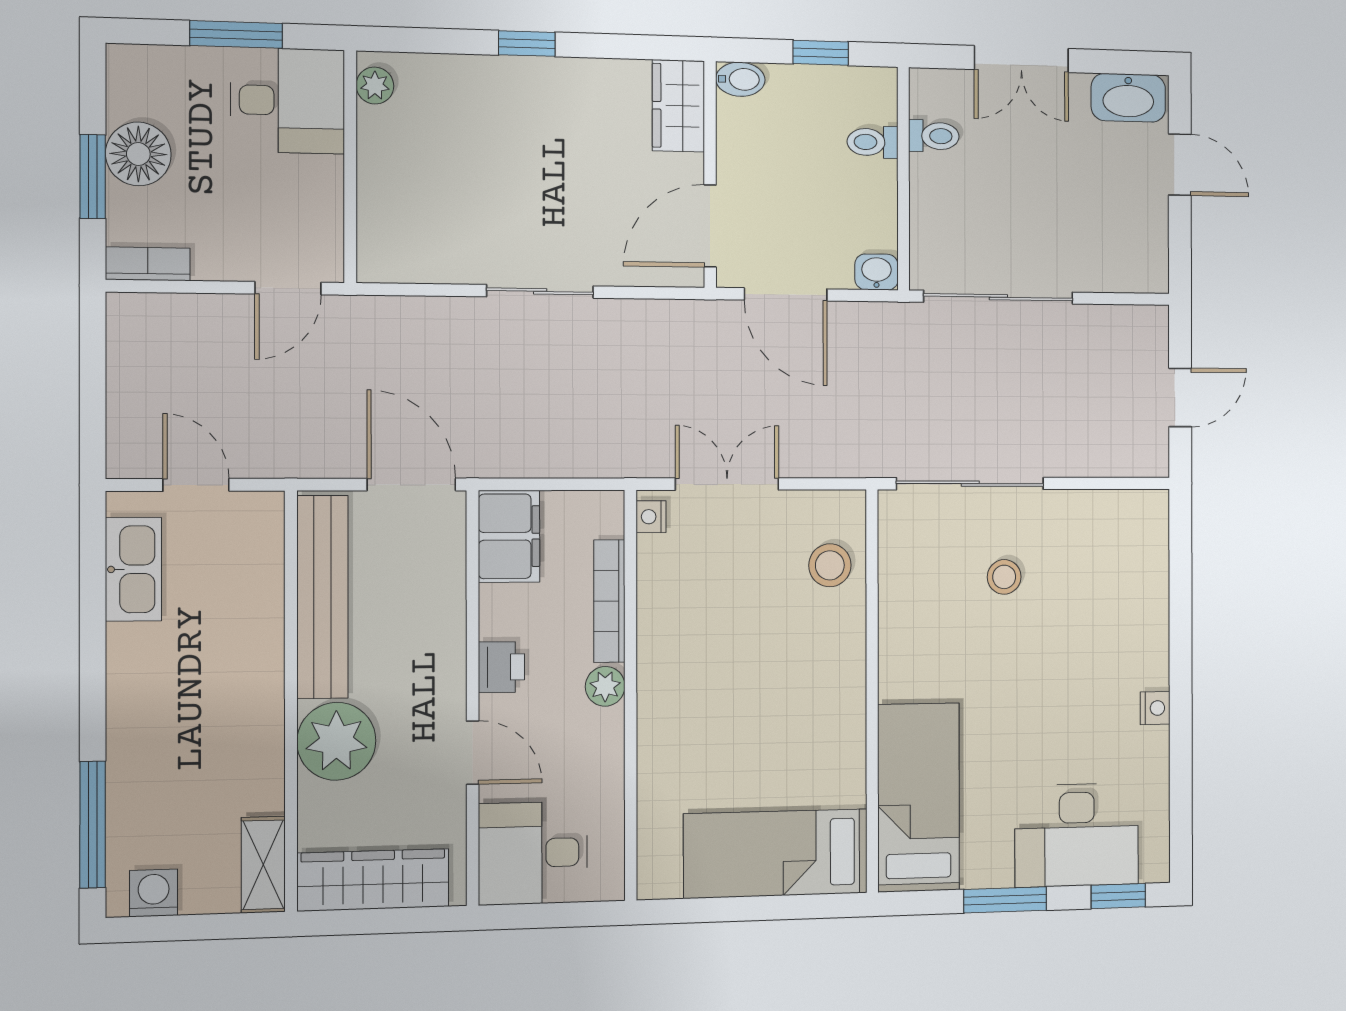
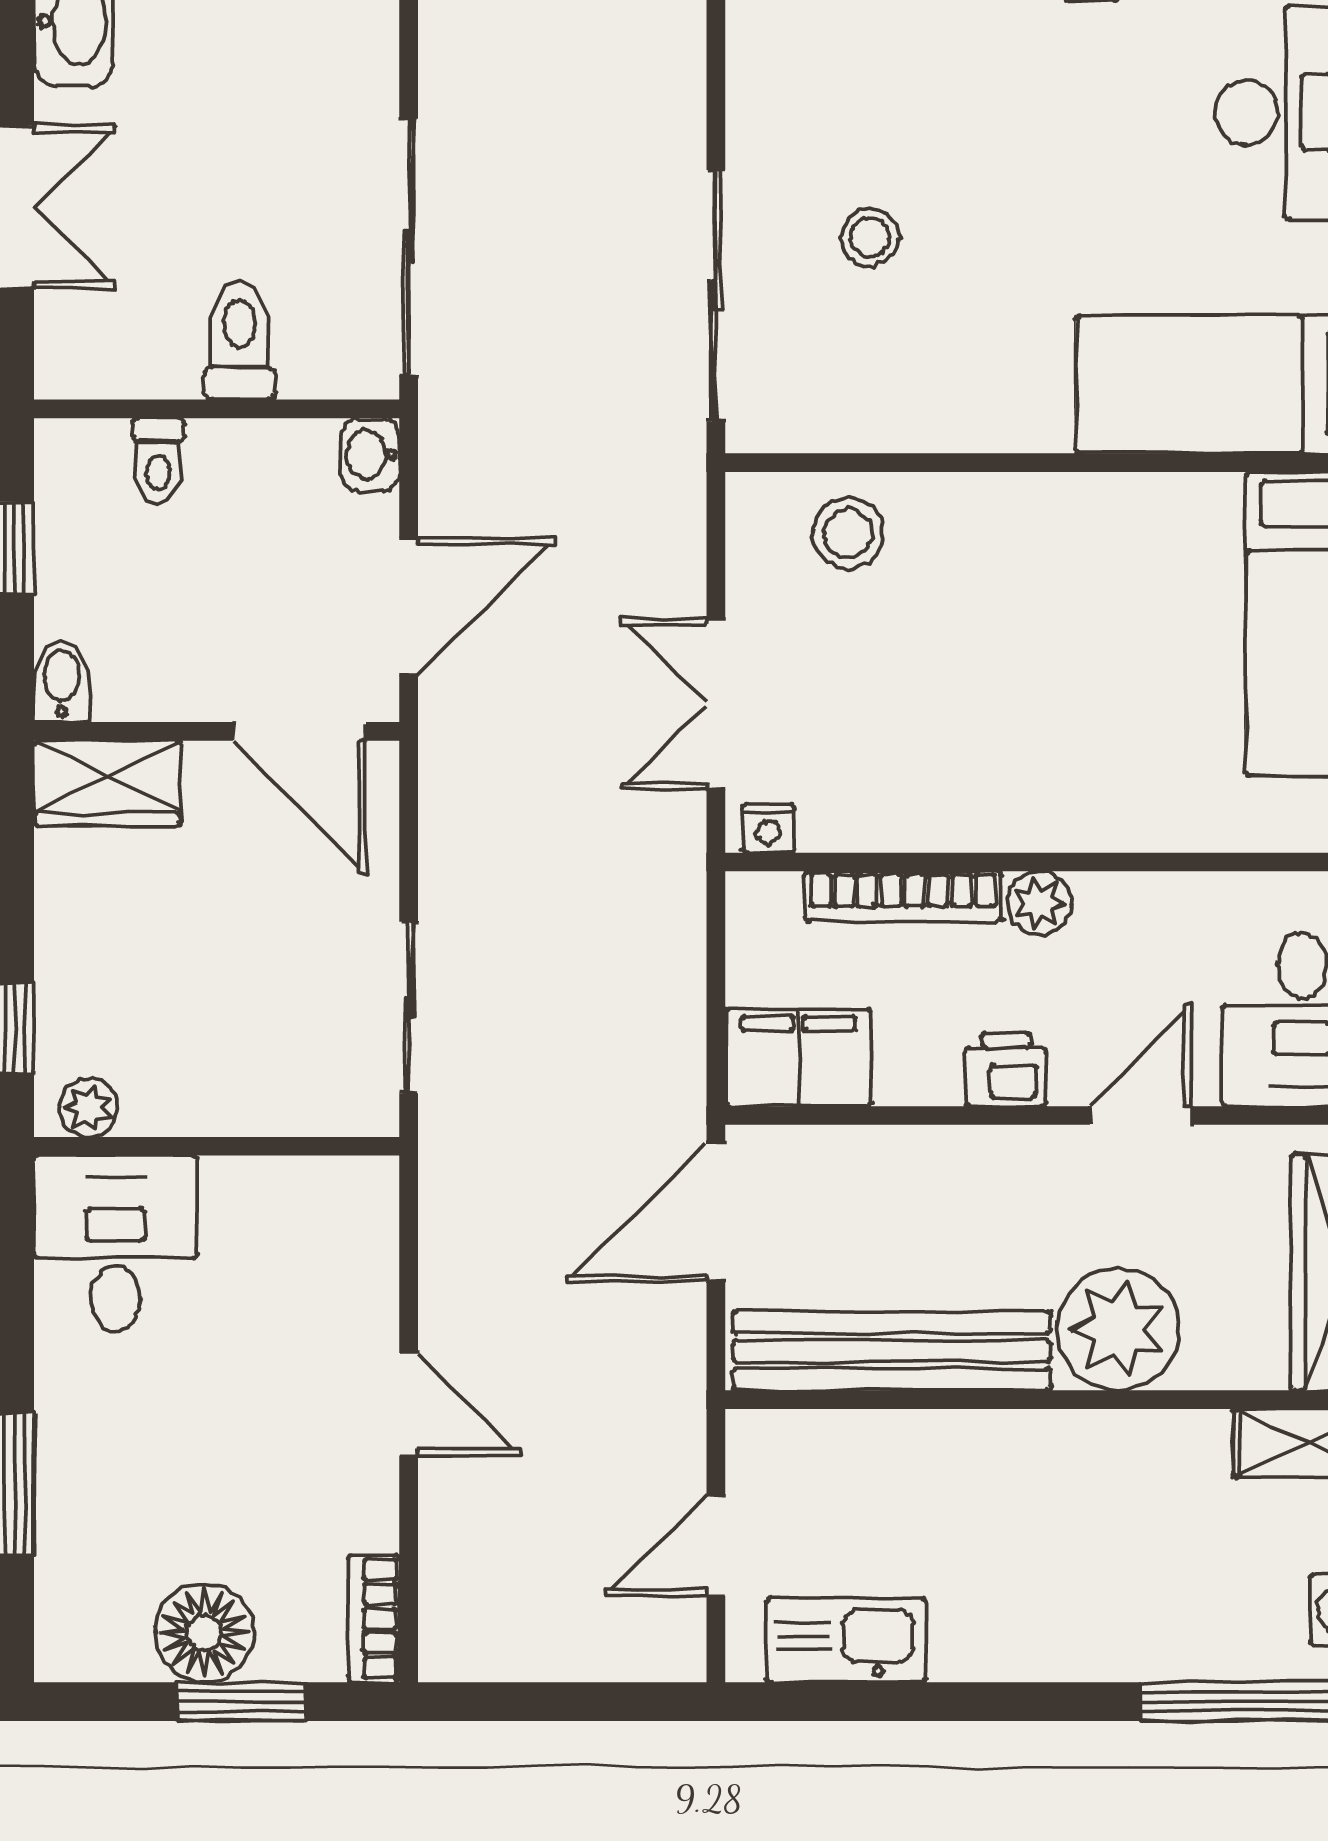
plant: (375, 86) -> (88, 1108), moved
desk: (288, 101) -> (116, 1244), moved
toilet: (934, 136) -> (240, 341), moved, width x1.37, depth x1.39
wall: (350, 167) -> (217, 1146), moved

